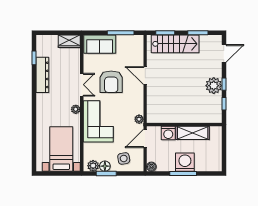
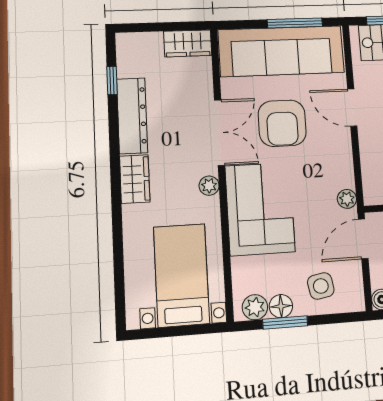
sofa: (100, 44) -> (281, 51), width x1.85, depth x1.27
double door: (82, 85) -> (220, 133), width x1.37
wardrobe: (42, 104) -> (135, 179), added

